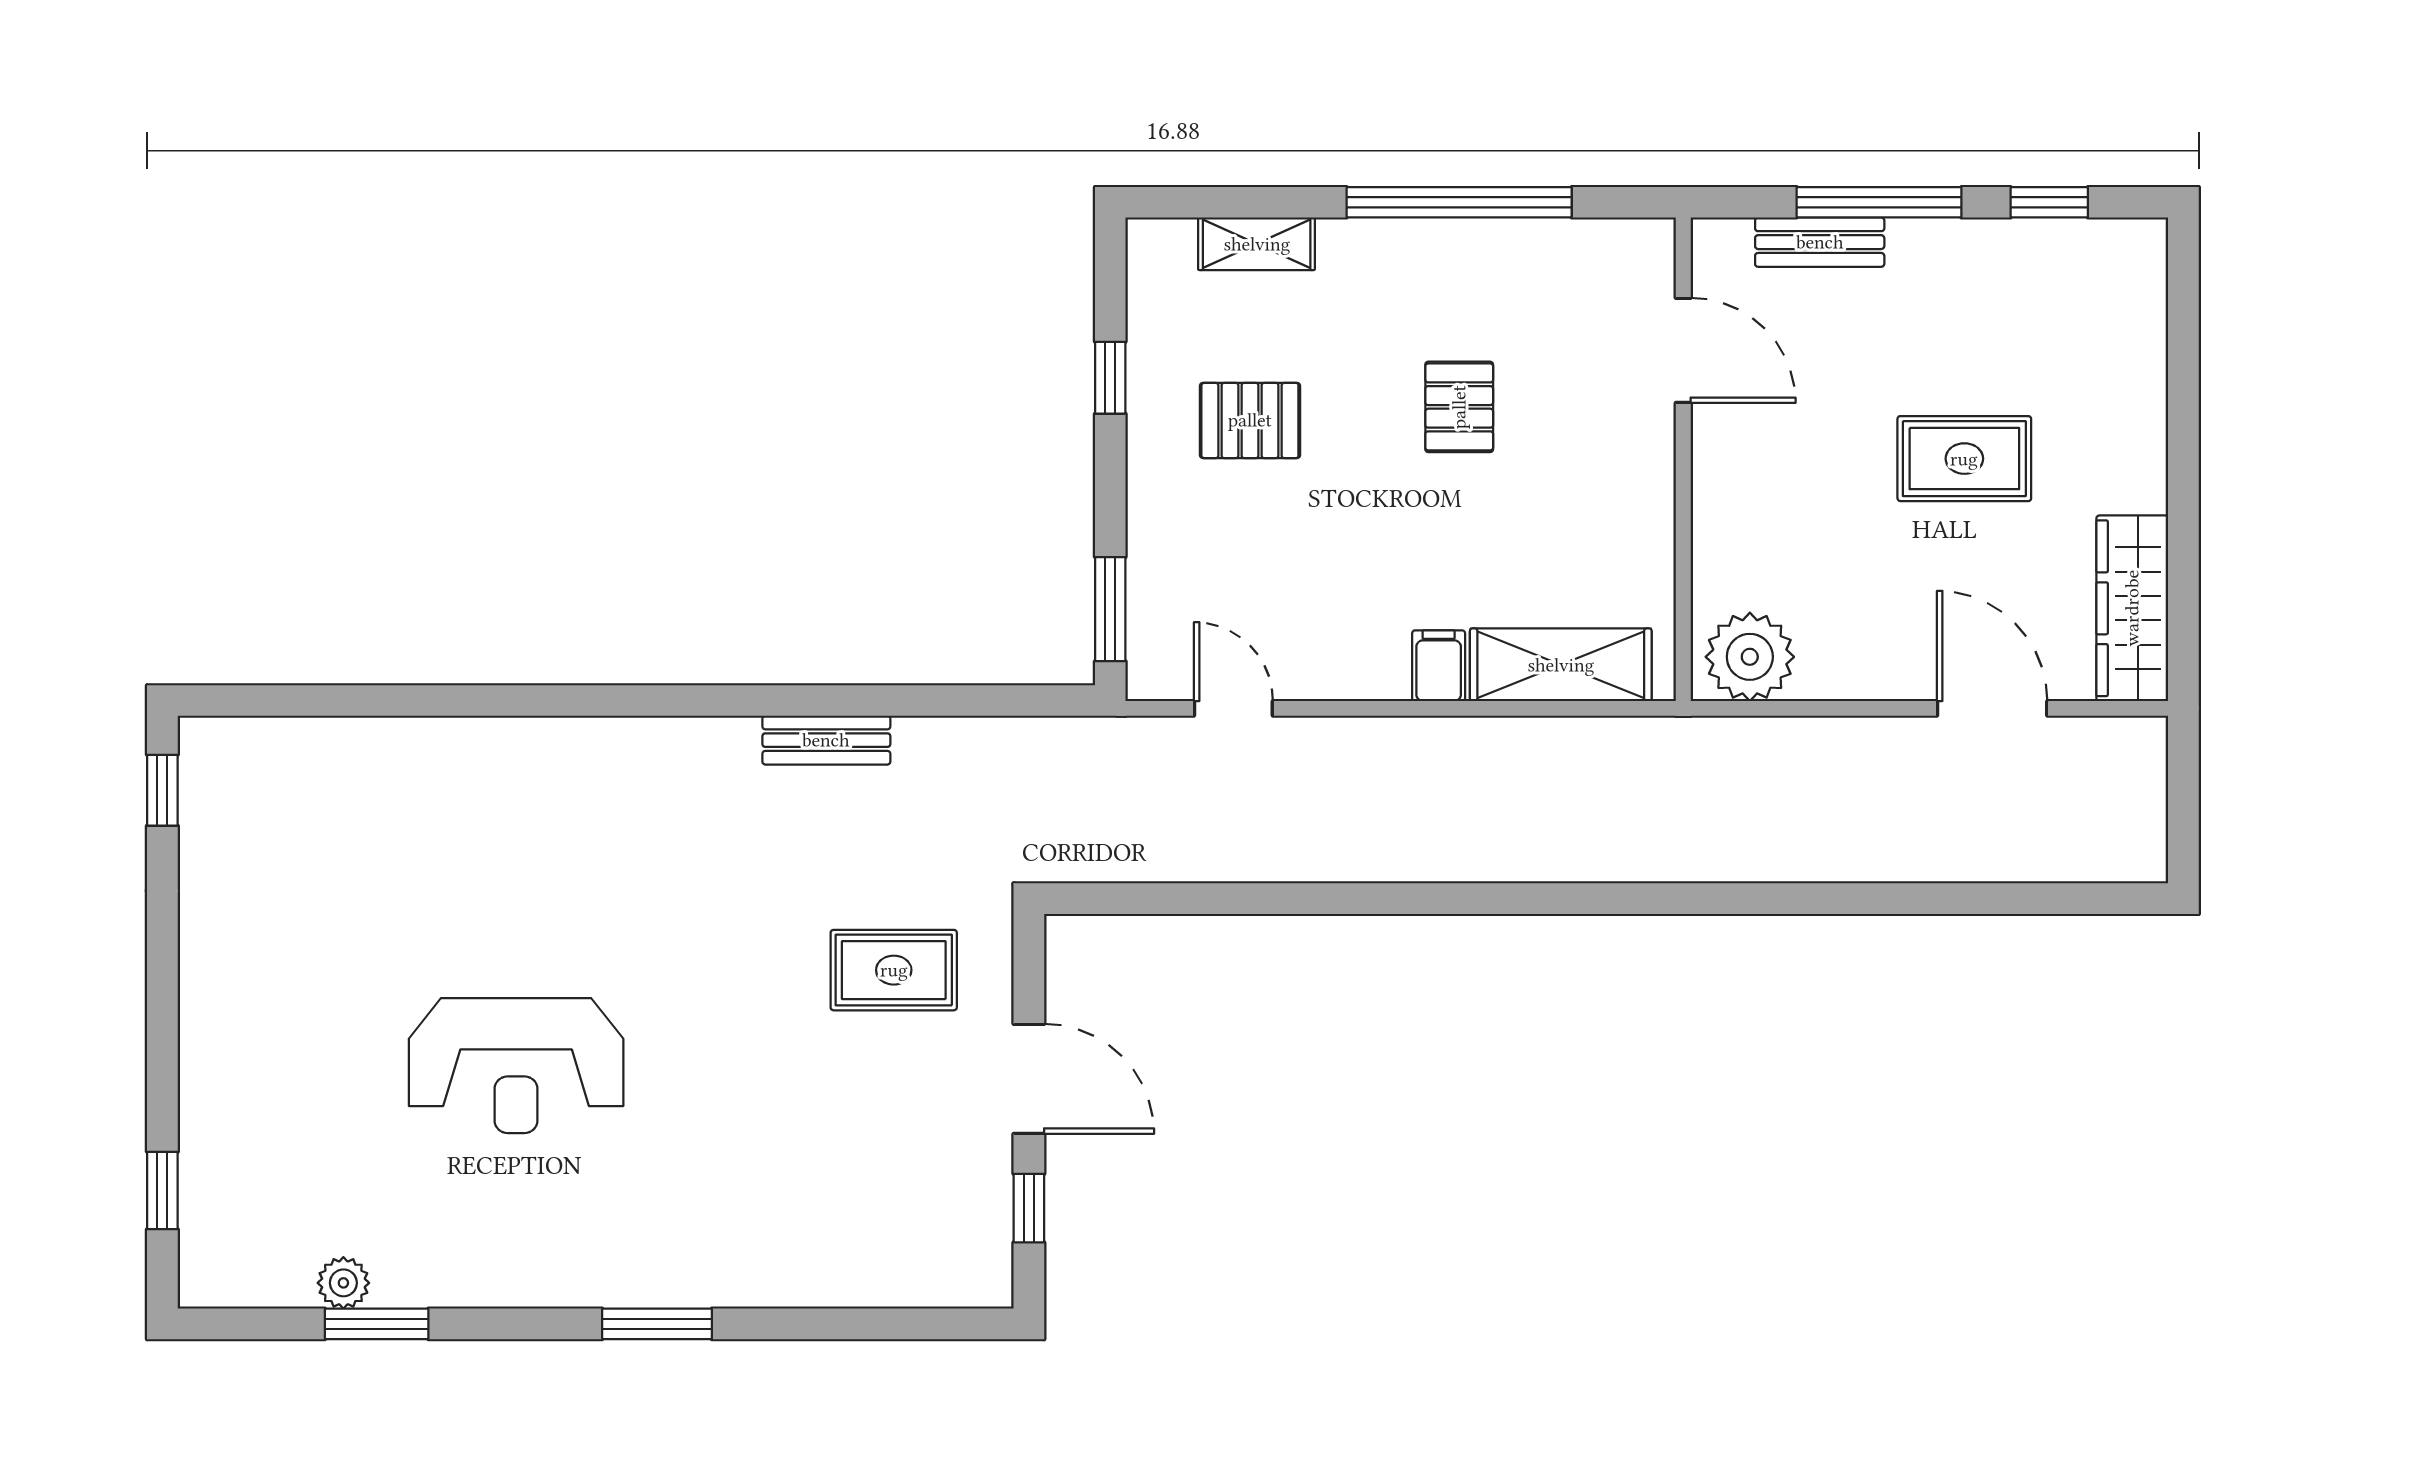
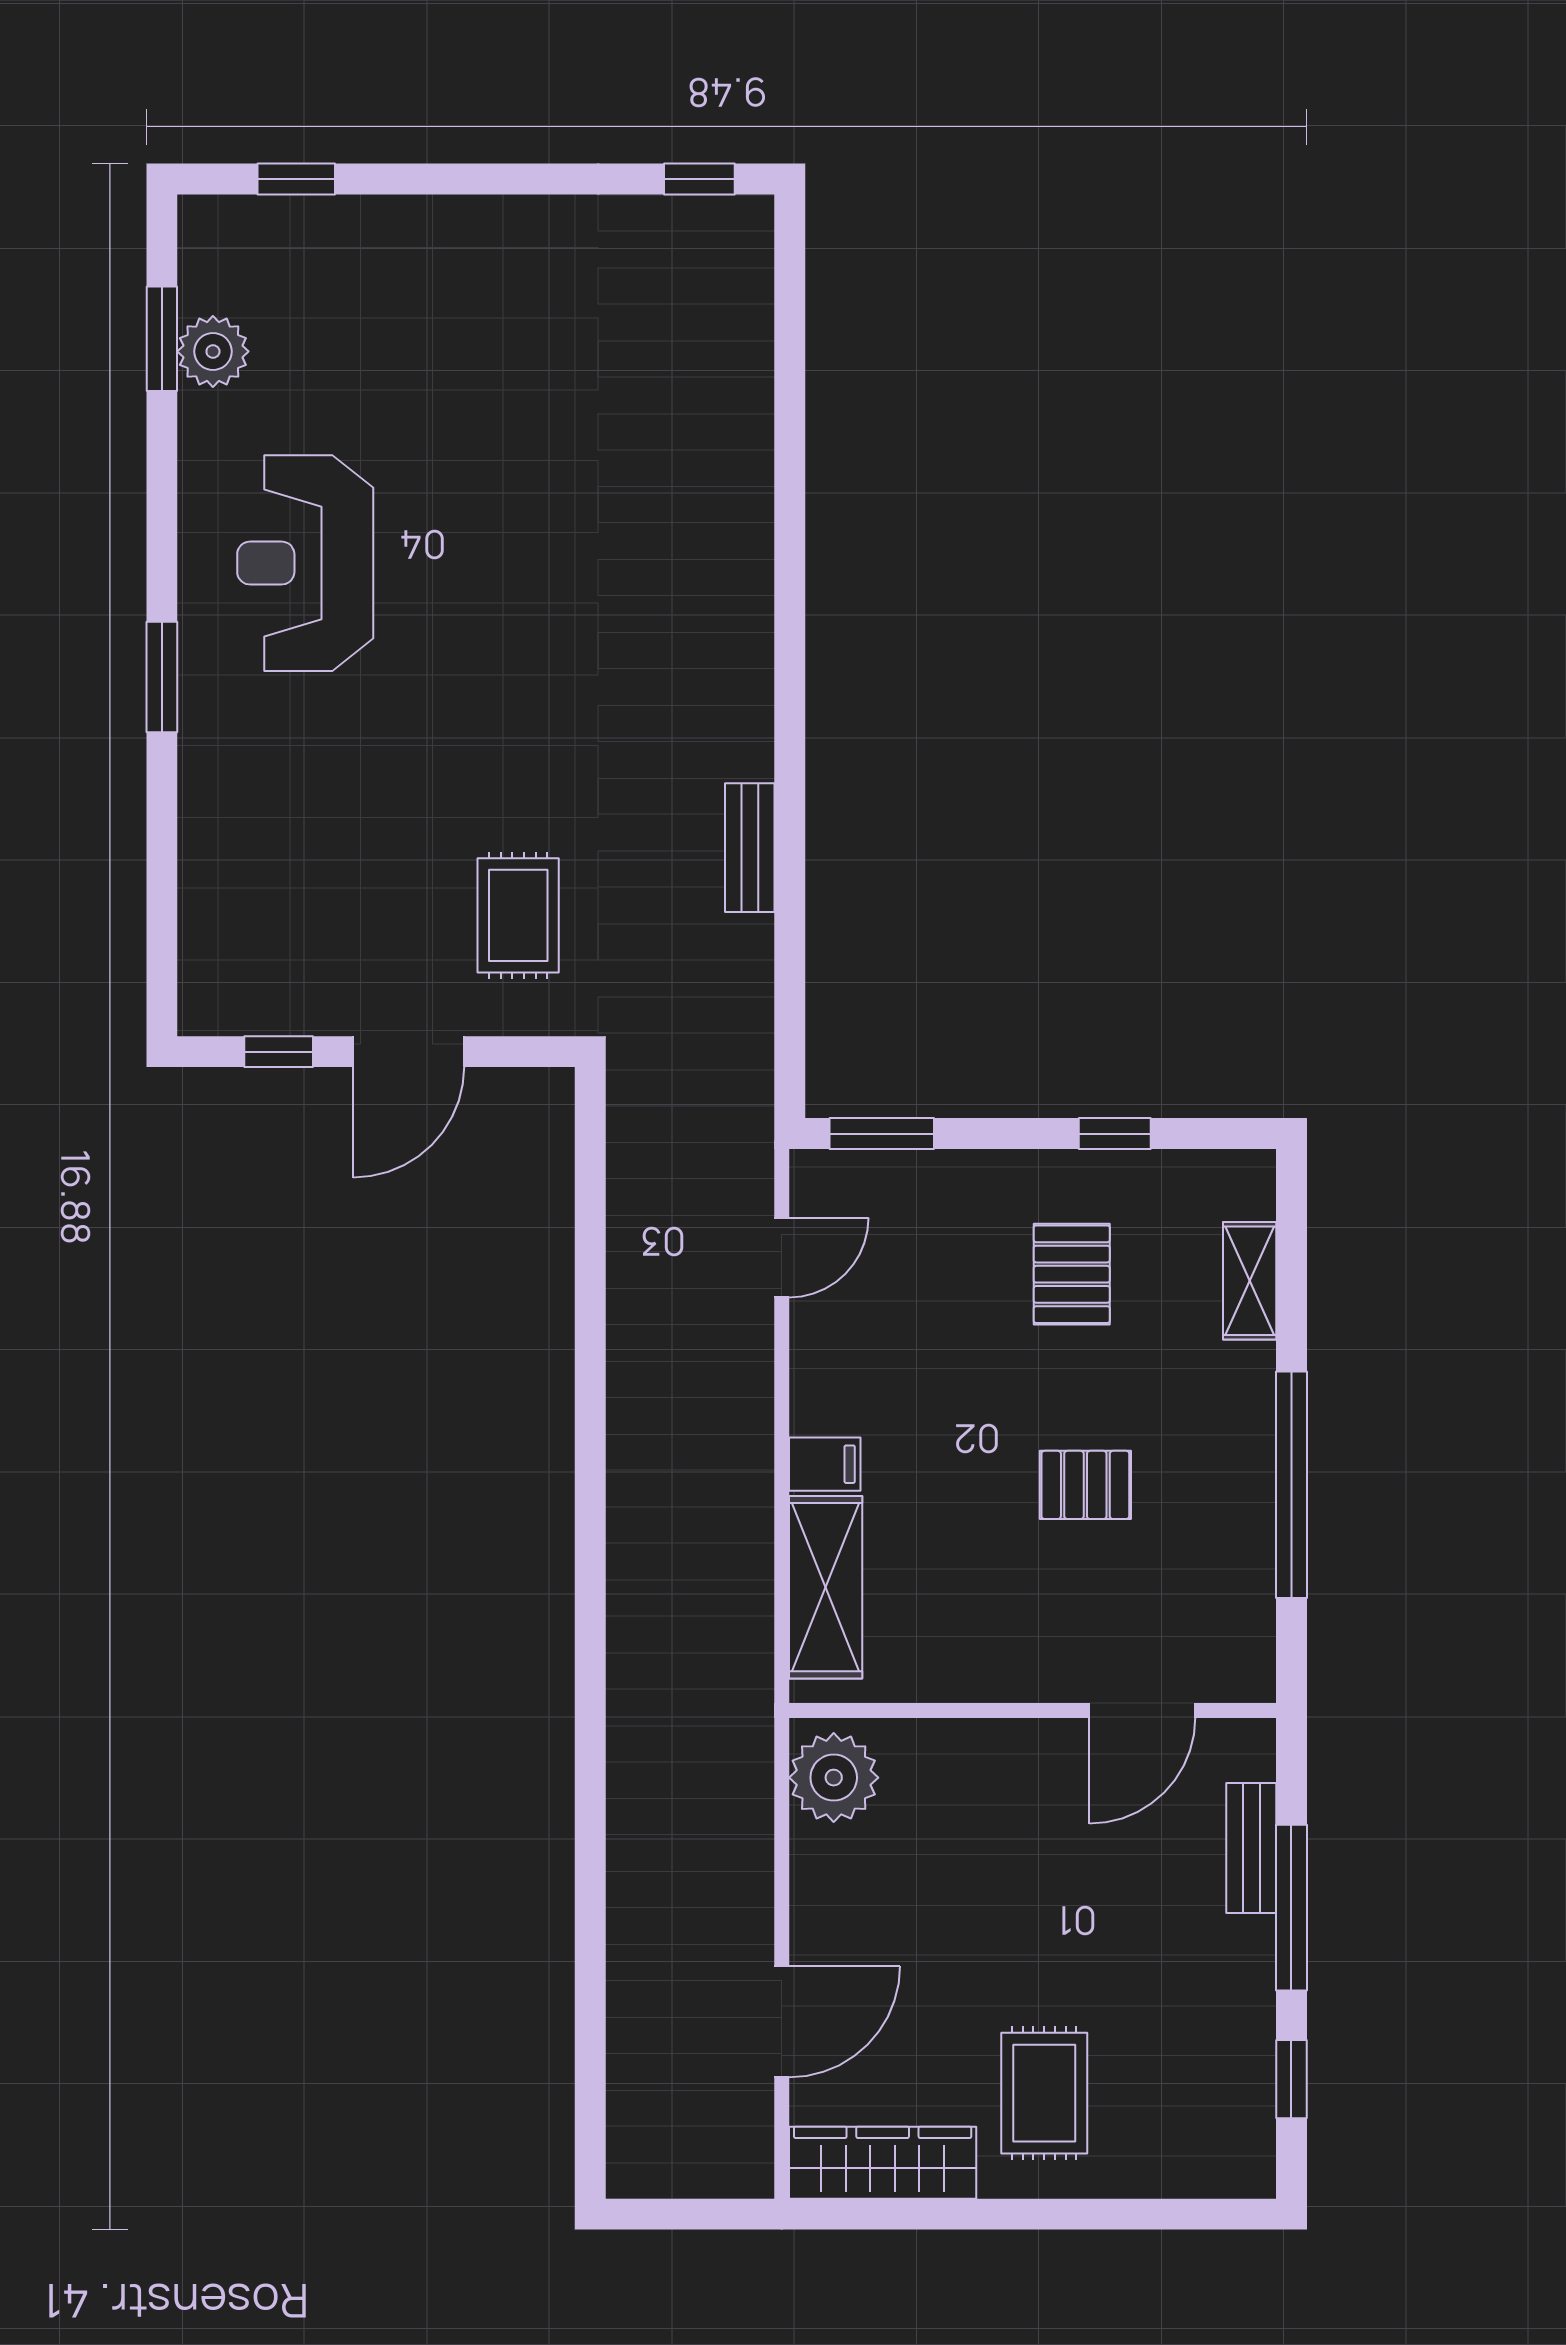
rug: (1964, 459) -> (1044, 2093), moved
reception desk: (516, 1066) -> (305, 563), moved
plant: (343, 1283) -> (213, 351), width x1.38, depth x1.38
window: (377, 1324) -> (162, 339), moved

